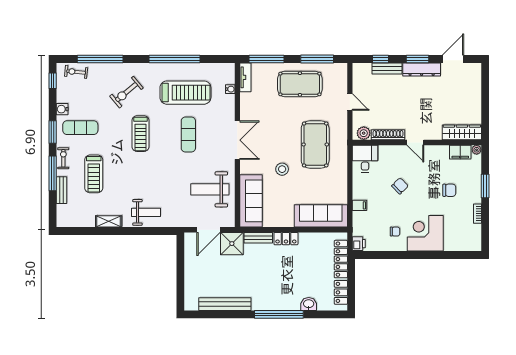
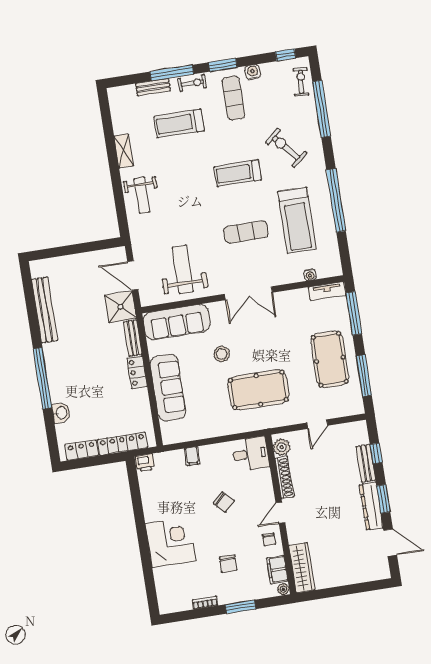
sofa: (321, 216) -> (168, 388), moved
chair: (395, 232) -> (269, 539), moved

